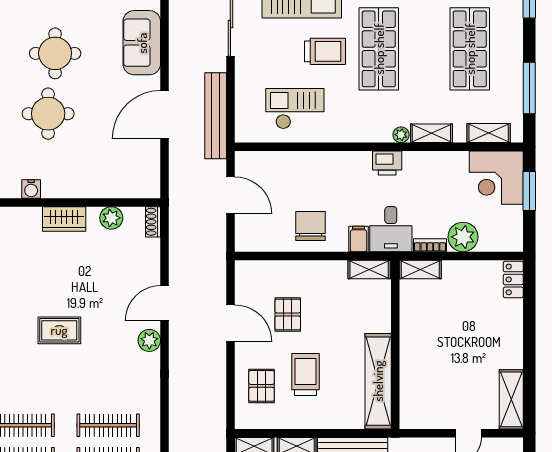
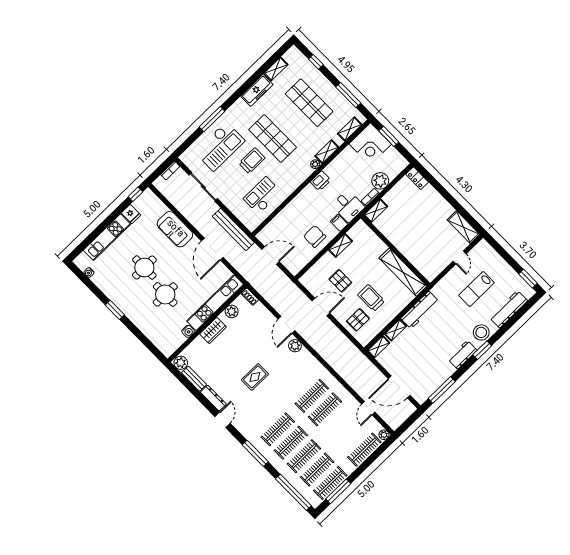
kitchen unit: (101, 186) -> (215, 303), added
shelving: (369, 270) -> (340, 245), moved
pallet: (262, 386) -> (358, 320), turned 90

